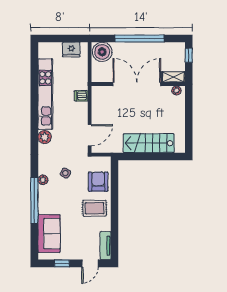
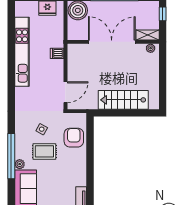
plant: (45, 137) -> (21, 94), removed
plant: (43, 180) -> (20, 164), moved
rug: (95, 208) -> (44, 151), moved

